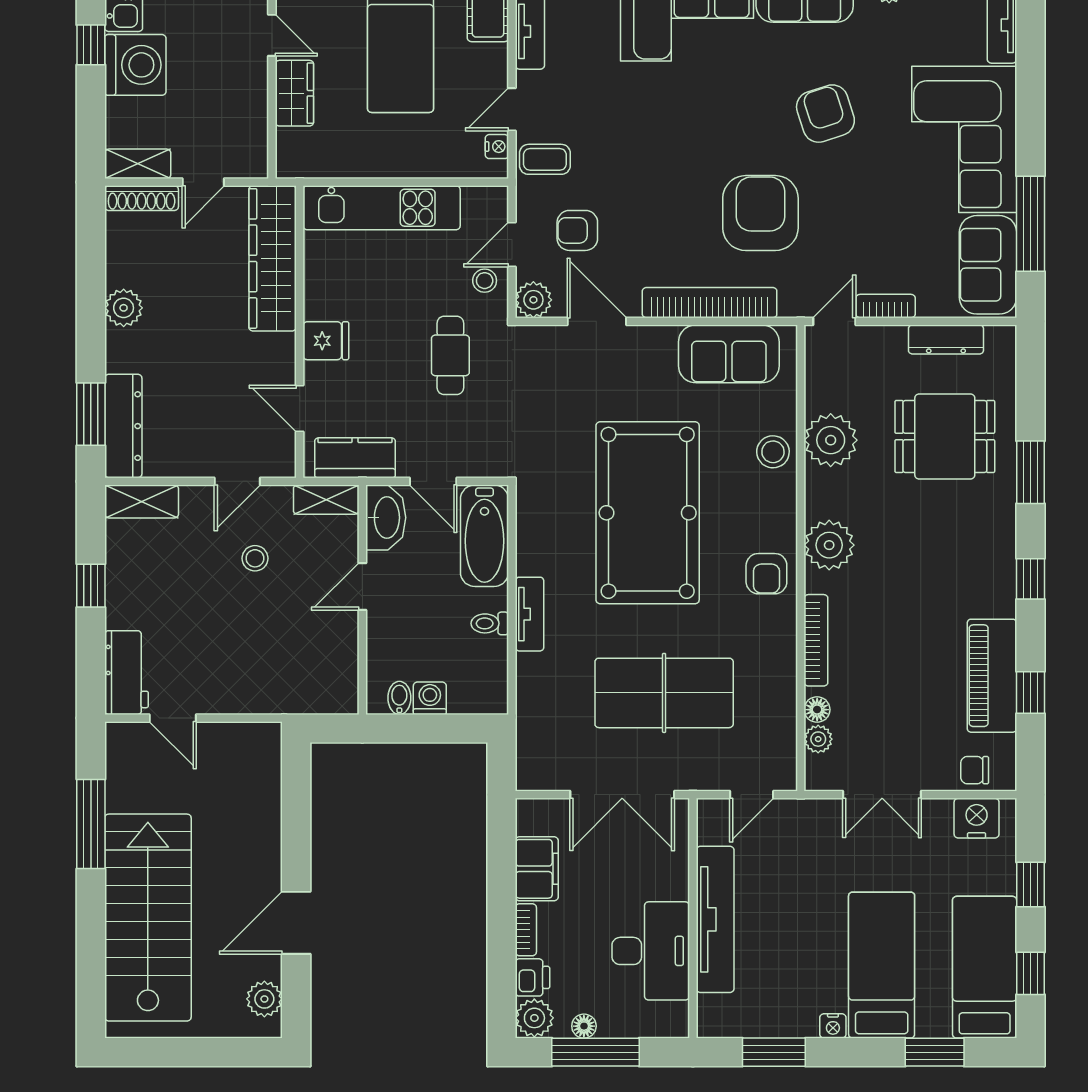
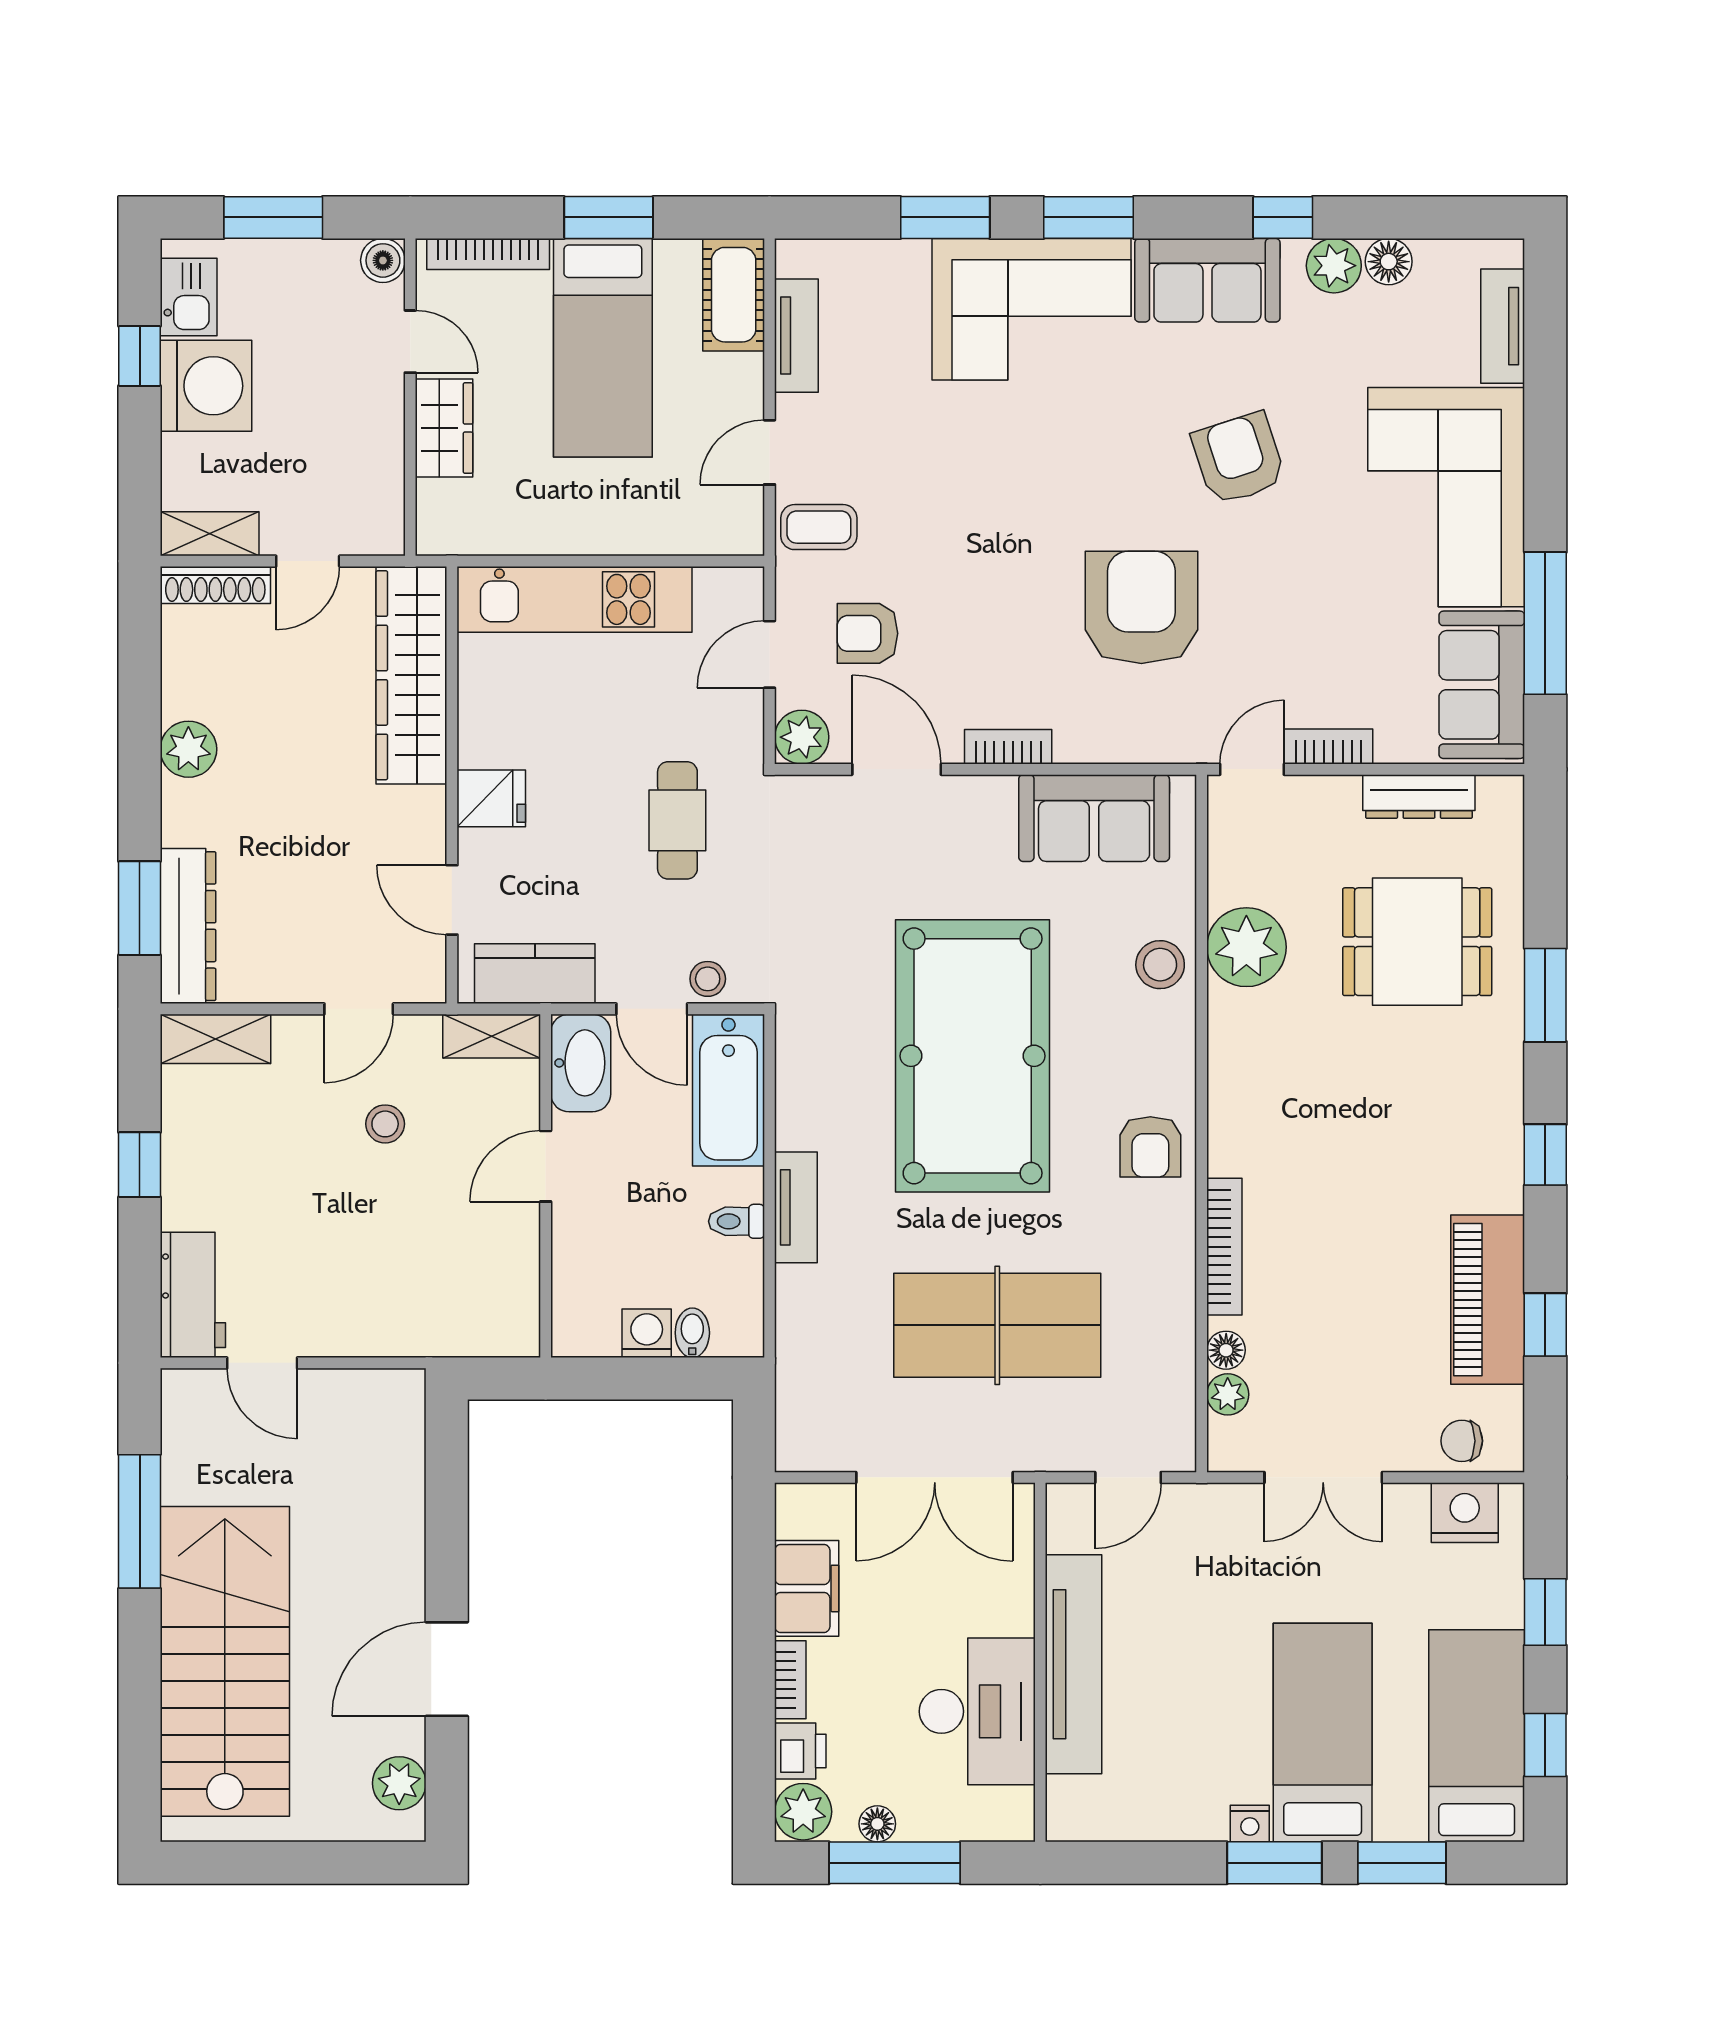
nightstand: (497, 147) -> (747, 508), removed
stool: (485, 281) -> (708, 979), moved
bookcase: (710, 303) -> (1008, 747), width x0.43, depth x0.76
plant: (829, 545) -> (1244, 1104), removed
bidet: (399, 698) -> (692, 1333), moved
window: (774, 1052) -> (1274, 1863), moved

